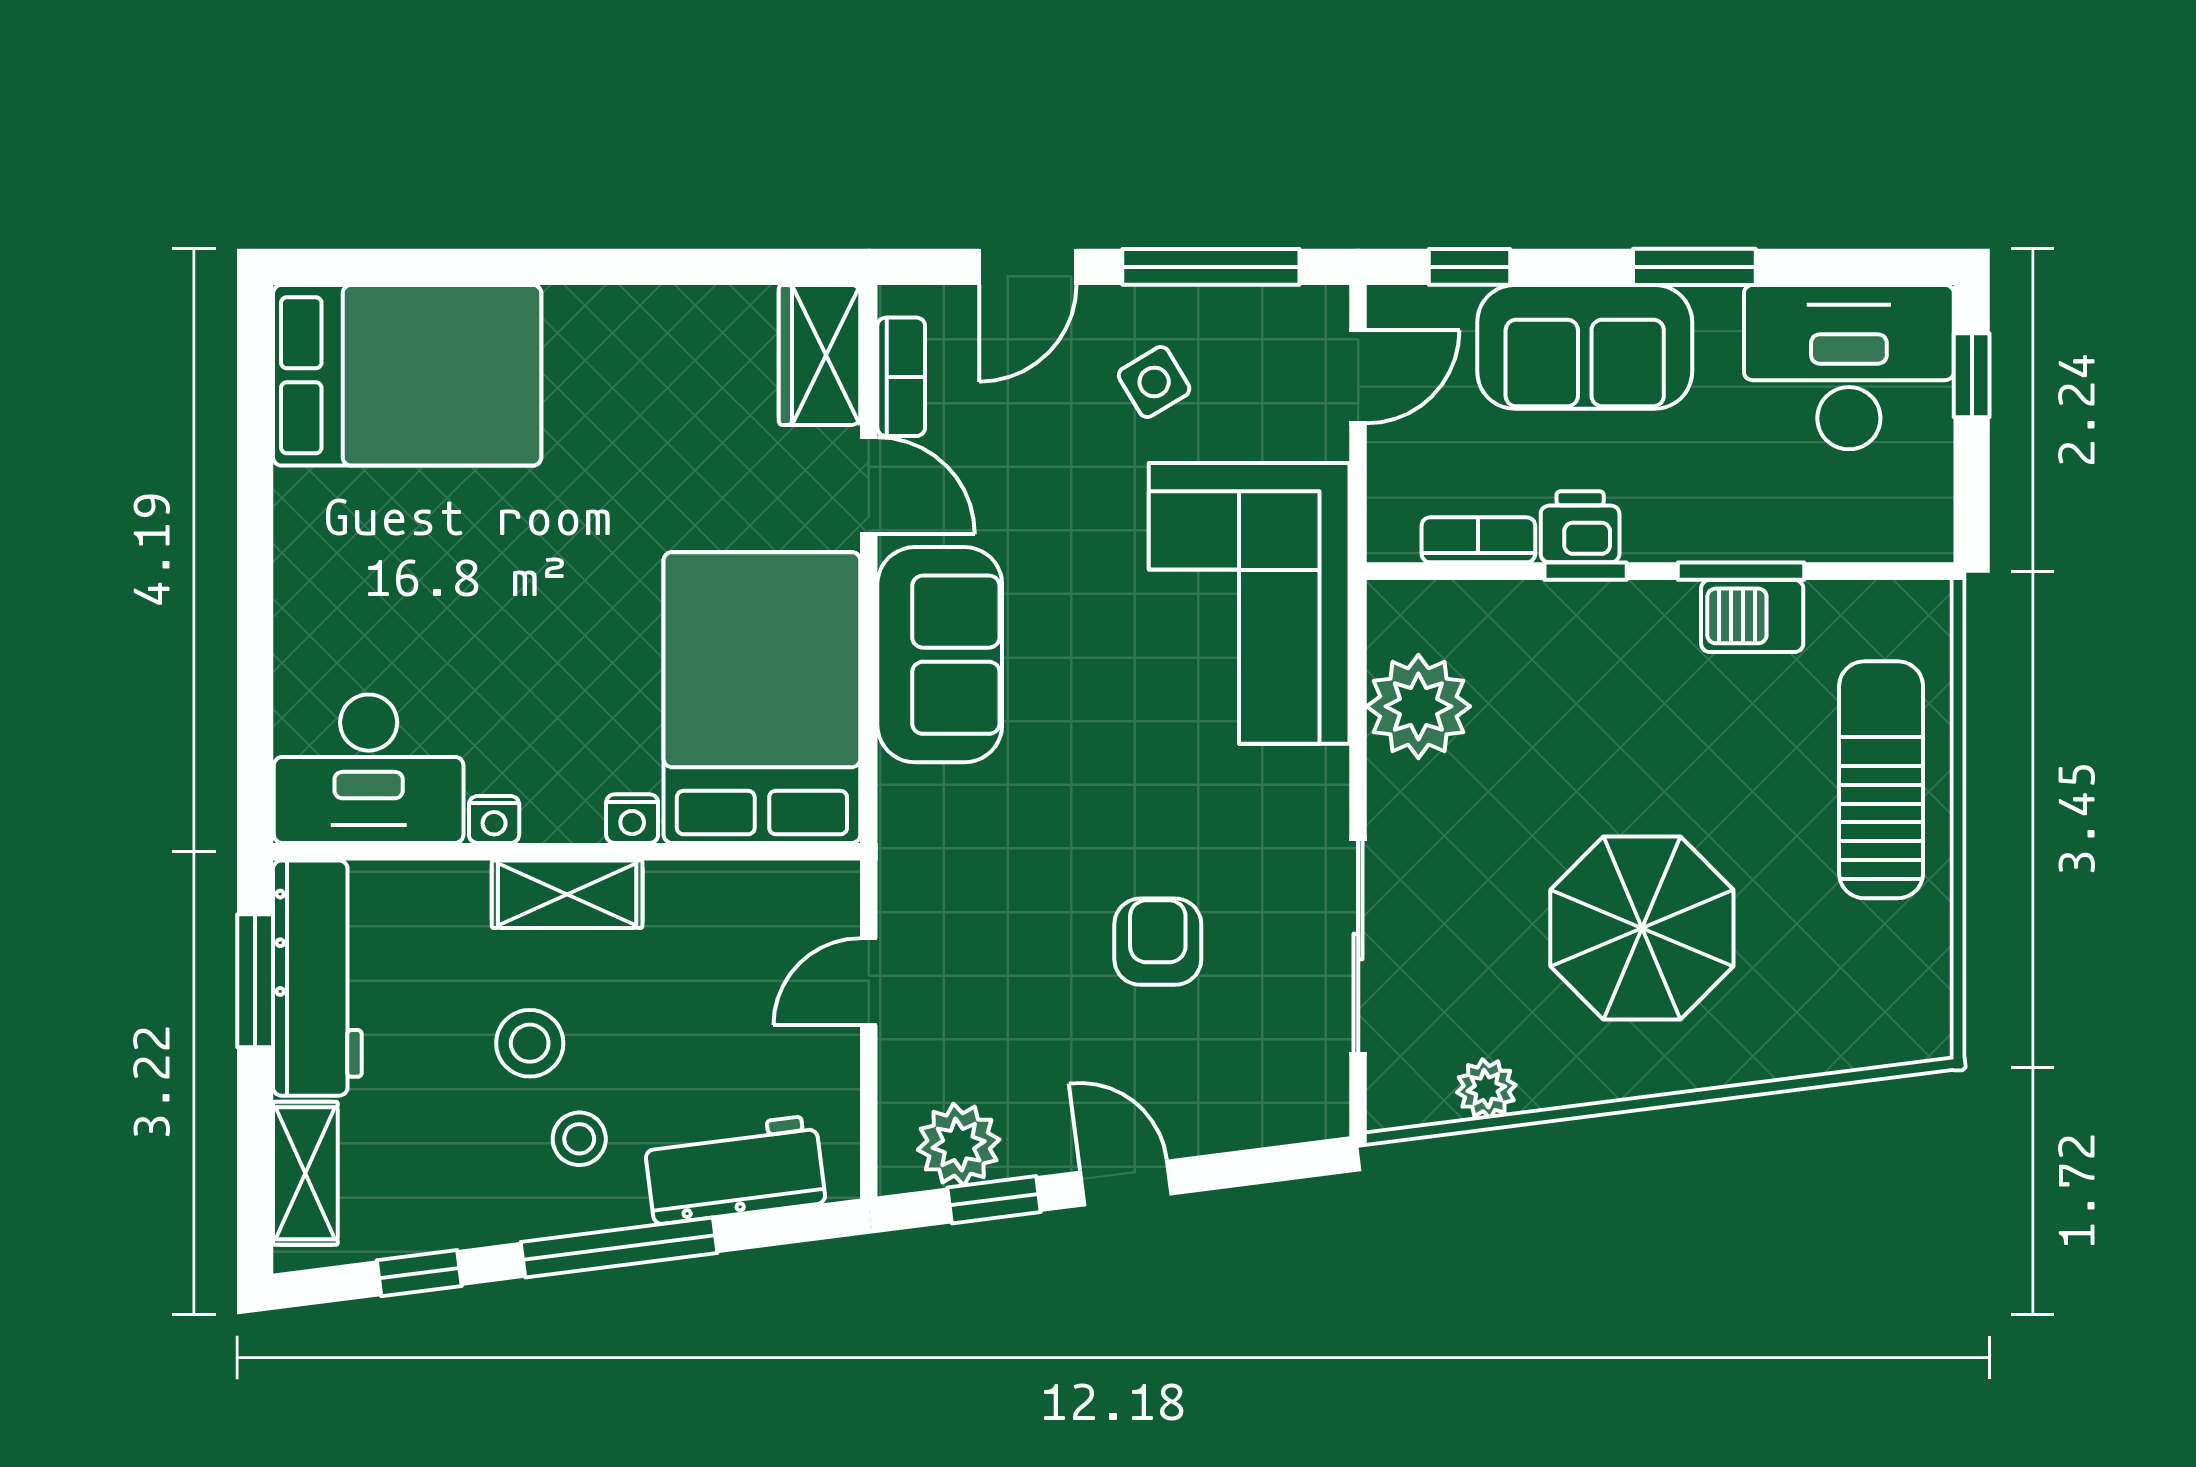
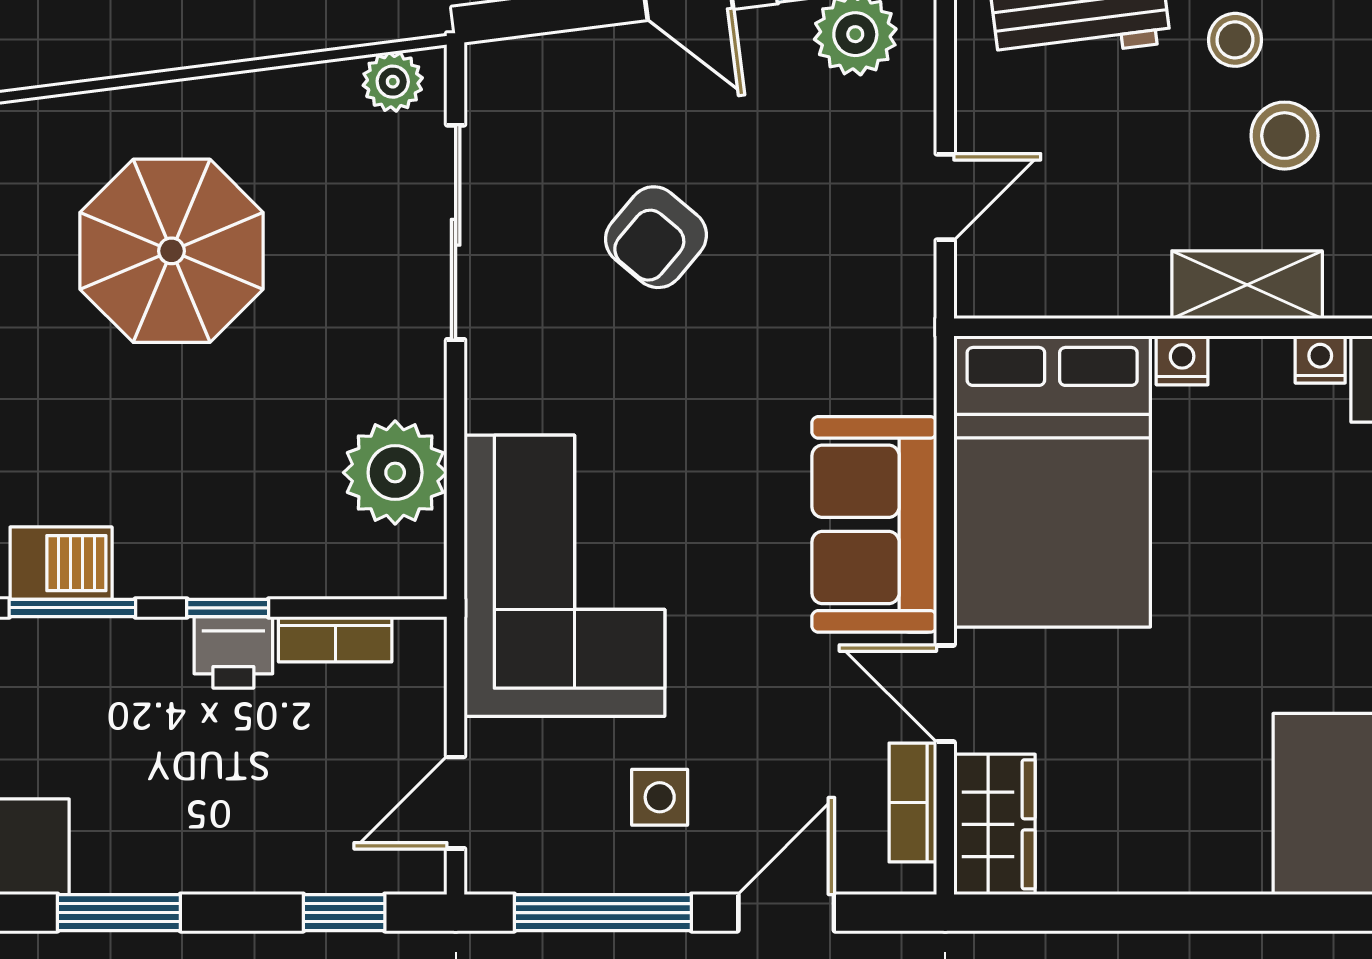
sofa: (1585, 347) -> (229, 832), removed
side table: (1154, 382) -> (660, 797), turned 31
armchair: (1158, 942) -> (656, 237), turned 40
plant: (1486, 1089) -> (393, 82), moved

